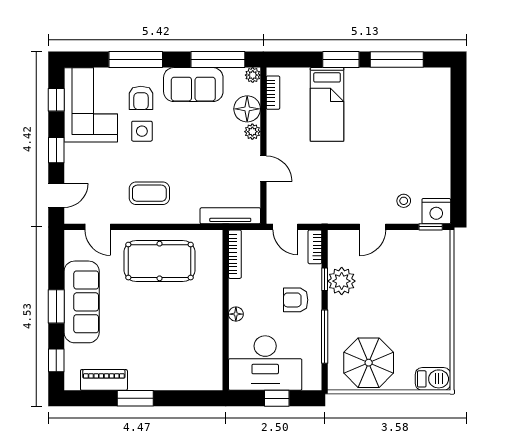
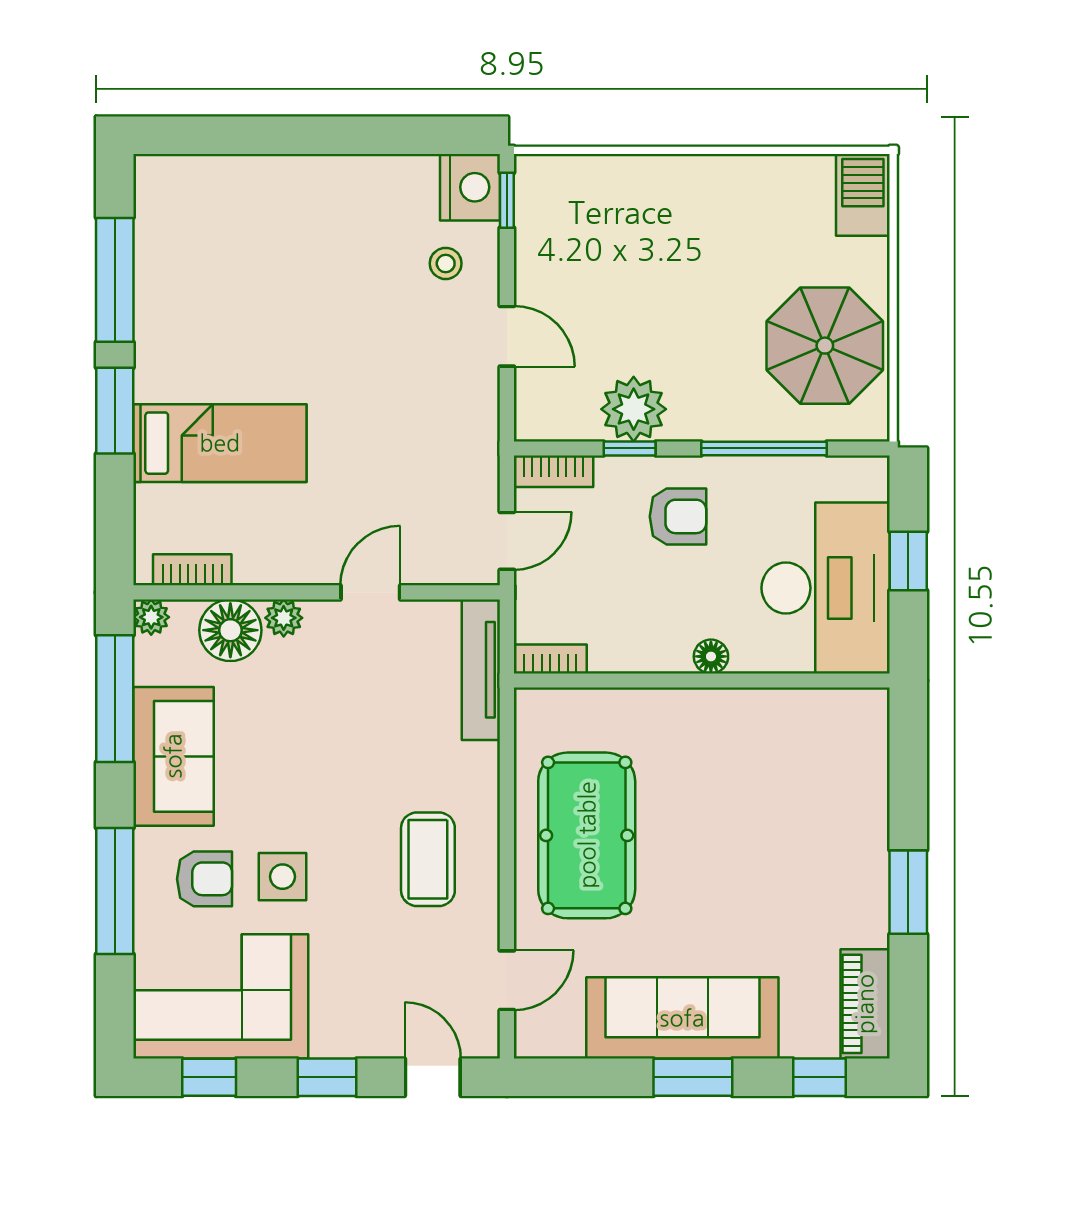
bookcase: (235, 254) -> (550, 659), width x0.64
armchair: (296, 300) -> (678, 516), turned -90
piano: (104, 380) -> (865, 1004), moved

